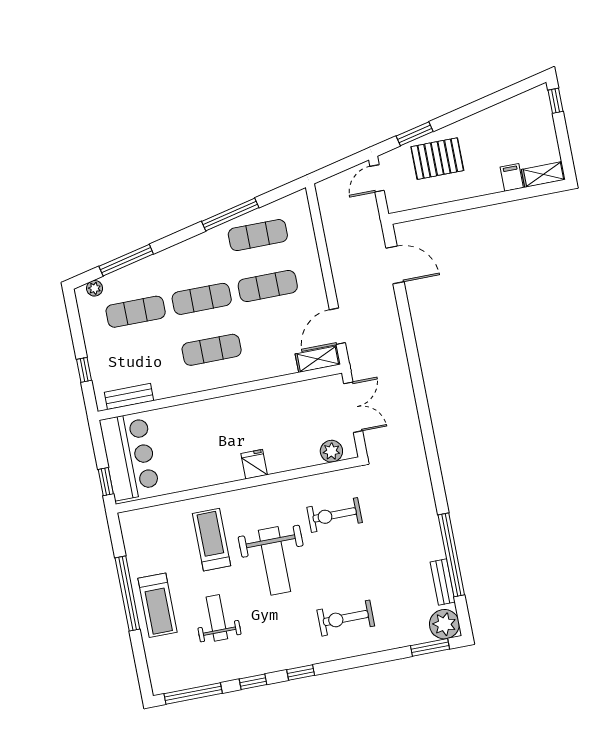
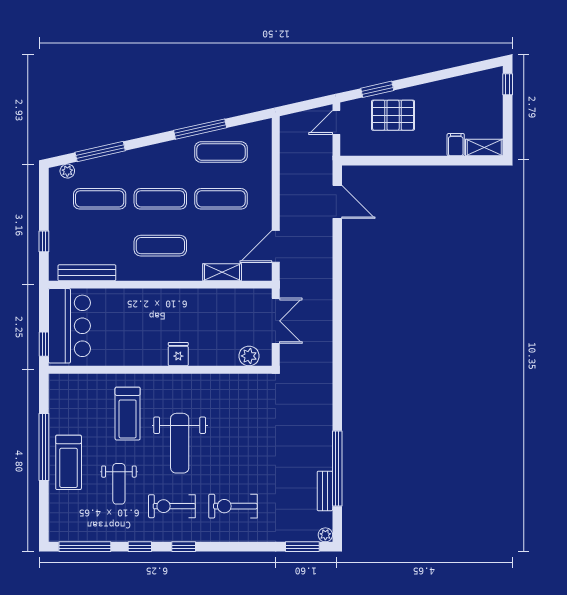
shelving: (318, 359) -> (222, 272), moved
bench: (129, 396) -> (87, 273), width x1.36
exercise bike: (335, 515) -> (172, 506), moved
treadmill: (211, 540) -> (128, 414), turned 180
weight bench: (217, 618) -> (119, 484), turned 180
plant: (444, 624) -> (325, 535), width x0.53, depth x0.53

